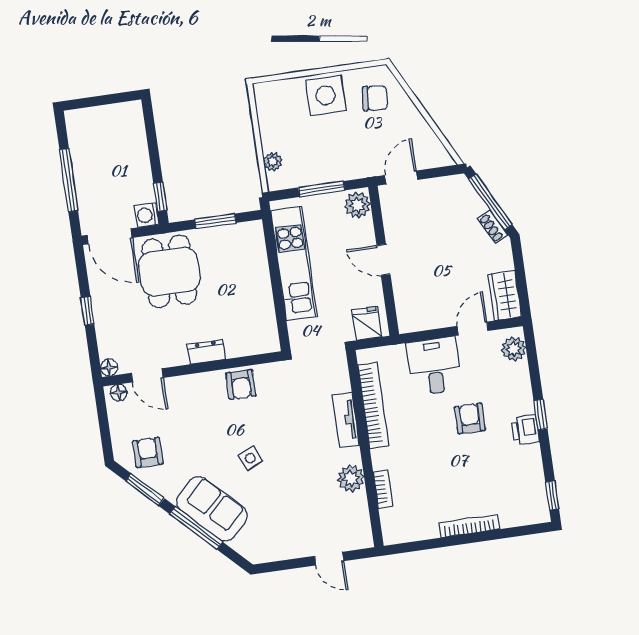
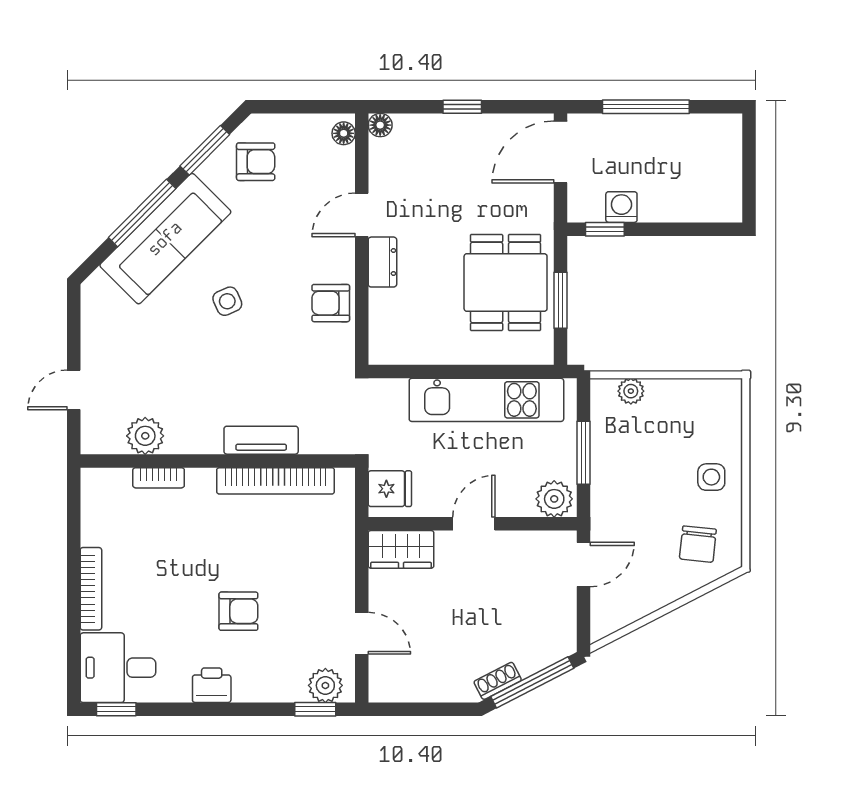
side table: (326, 95) -> (711, 477), width x0.54, depth x0.54
door: (401, 177) -> (584, 564), hinge flipped
washing machine: (147, 215) -> (621, 207), moved
dining table: (169, 272) -> (506, 282), moved, turned 90
wardrobe: (505, 295) -> (401, 549), moved, turned 180
desk: (434, 366) -> (118, 668), moved, turned 180
door: (147, 375) -> (362, 215), moved
window: (540, 415) -> (315, 709), moved
plant: (351, 478) -> (145, 436), moved
sofa: (212, 509) -> (165, 239), width x1.36

